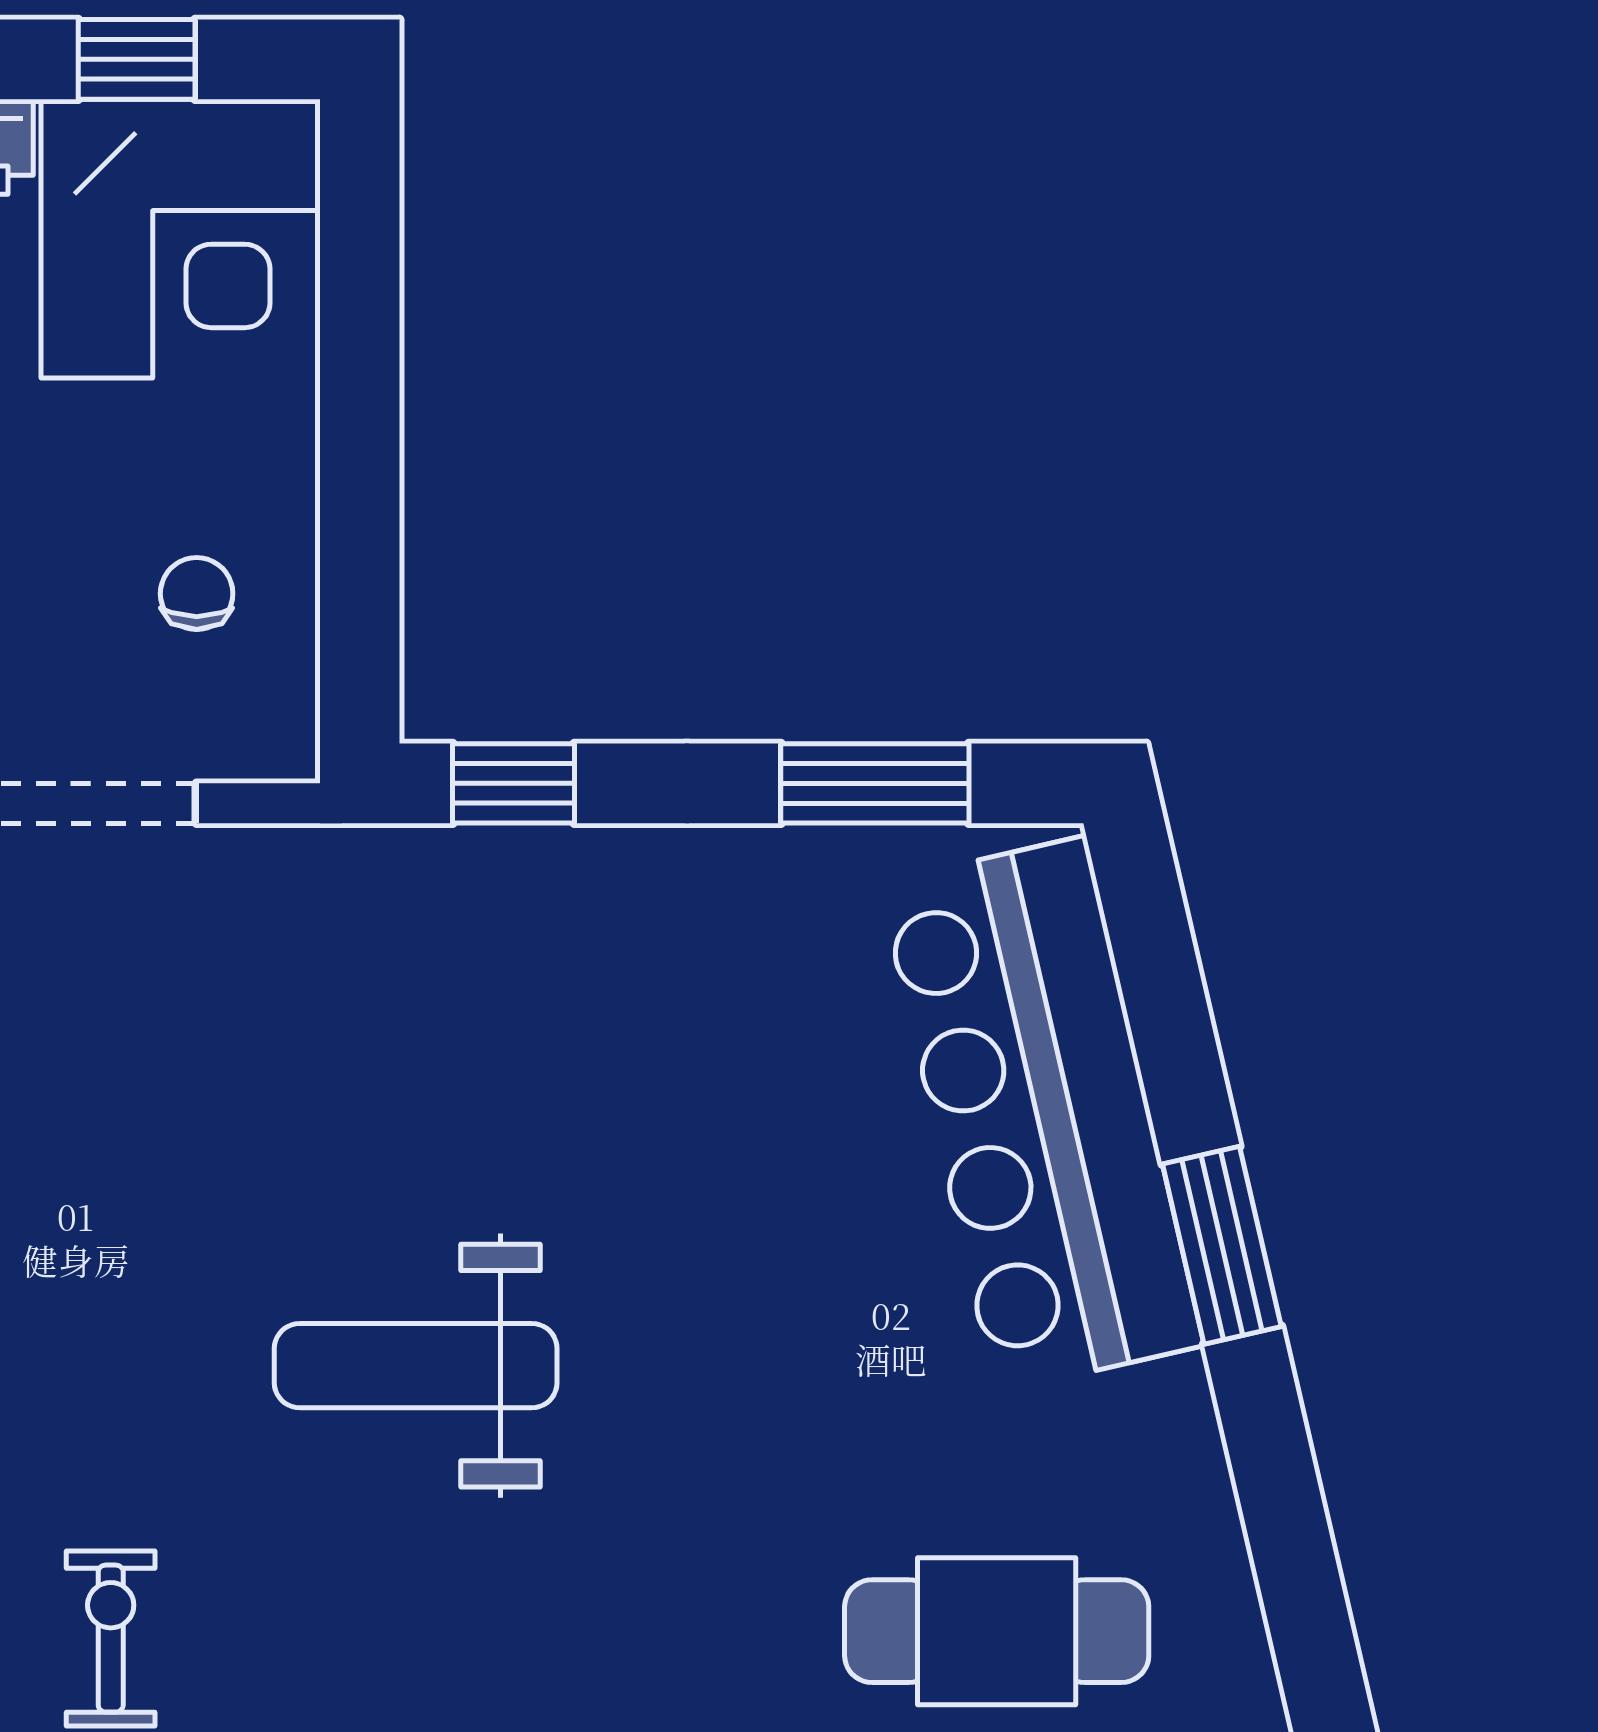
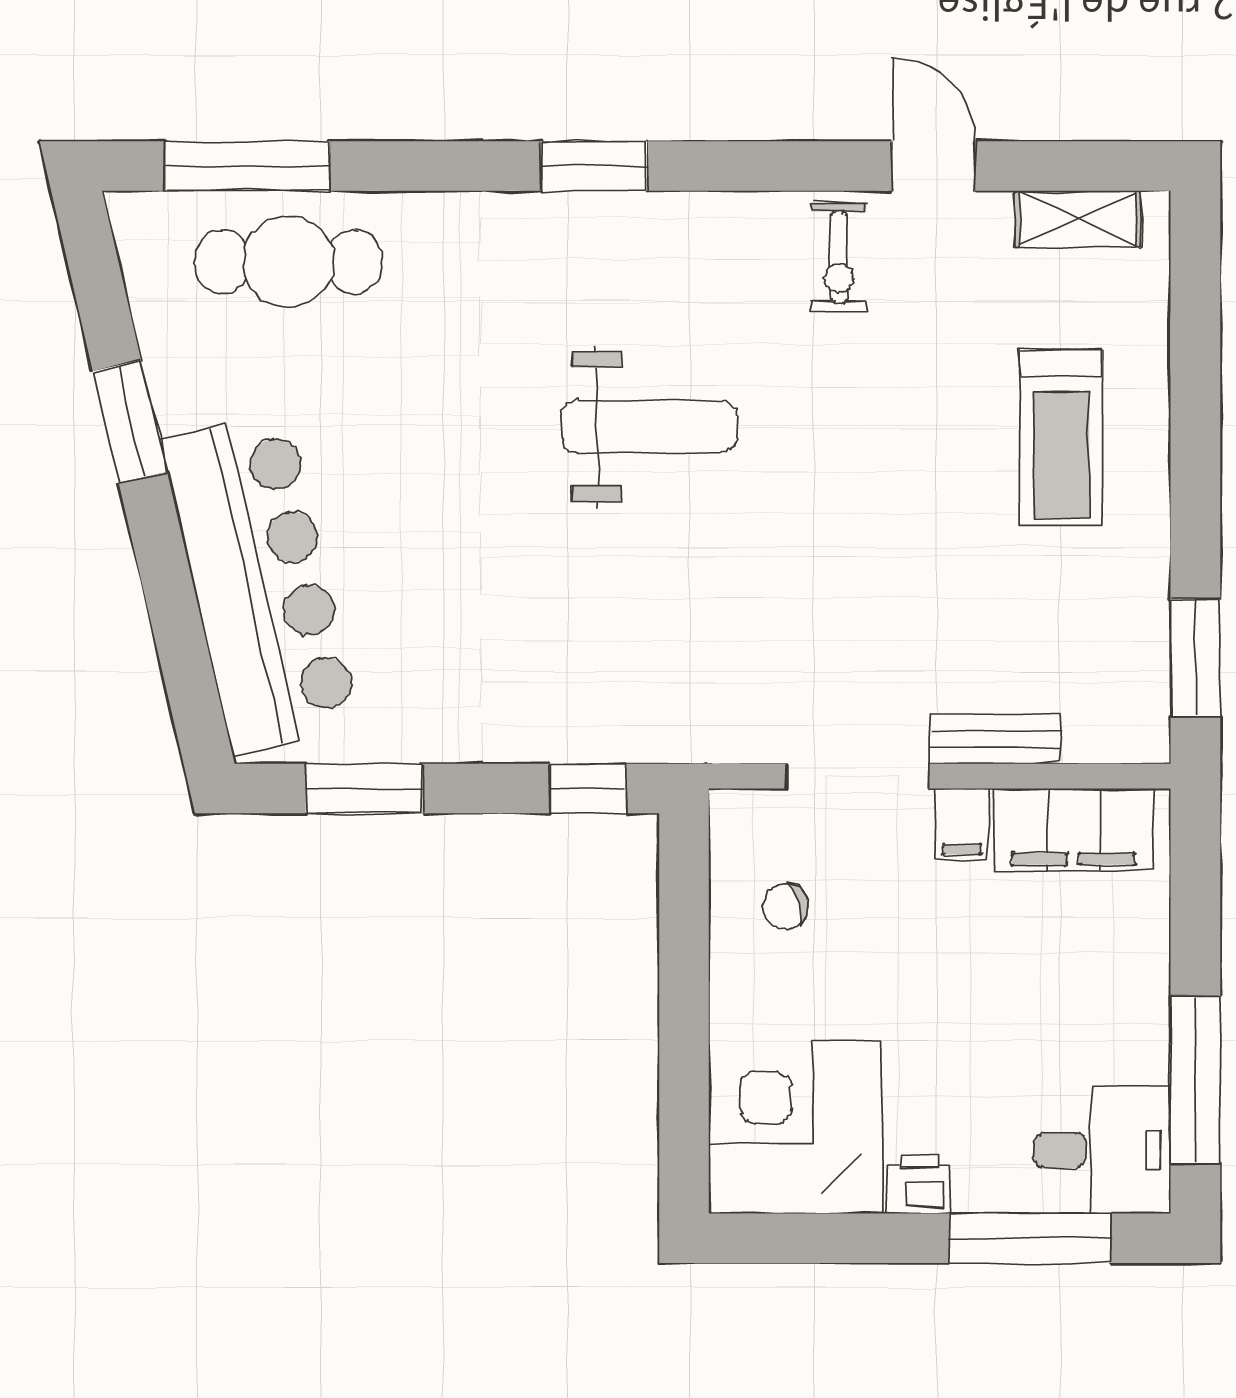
window: (137, 59) -> (823, 1238), removed
chair: (197, 594) -> (785, 906), turned 74
window: (1222, 1245) -> (130, 421), moved

